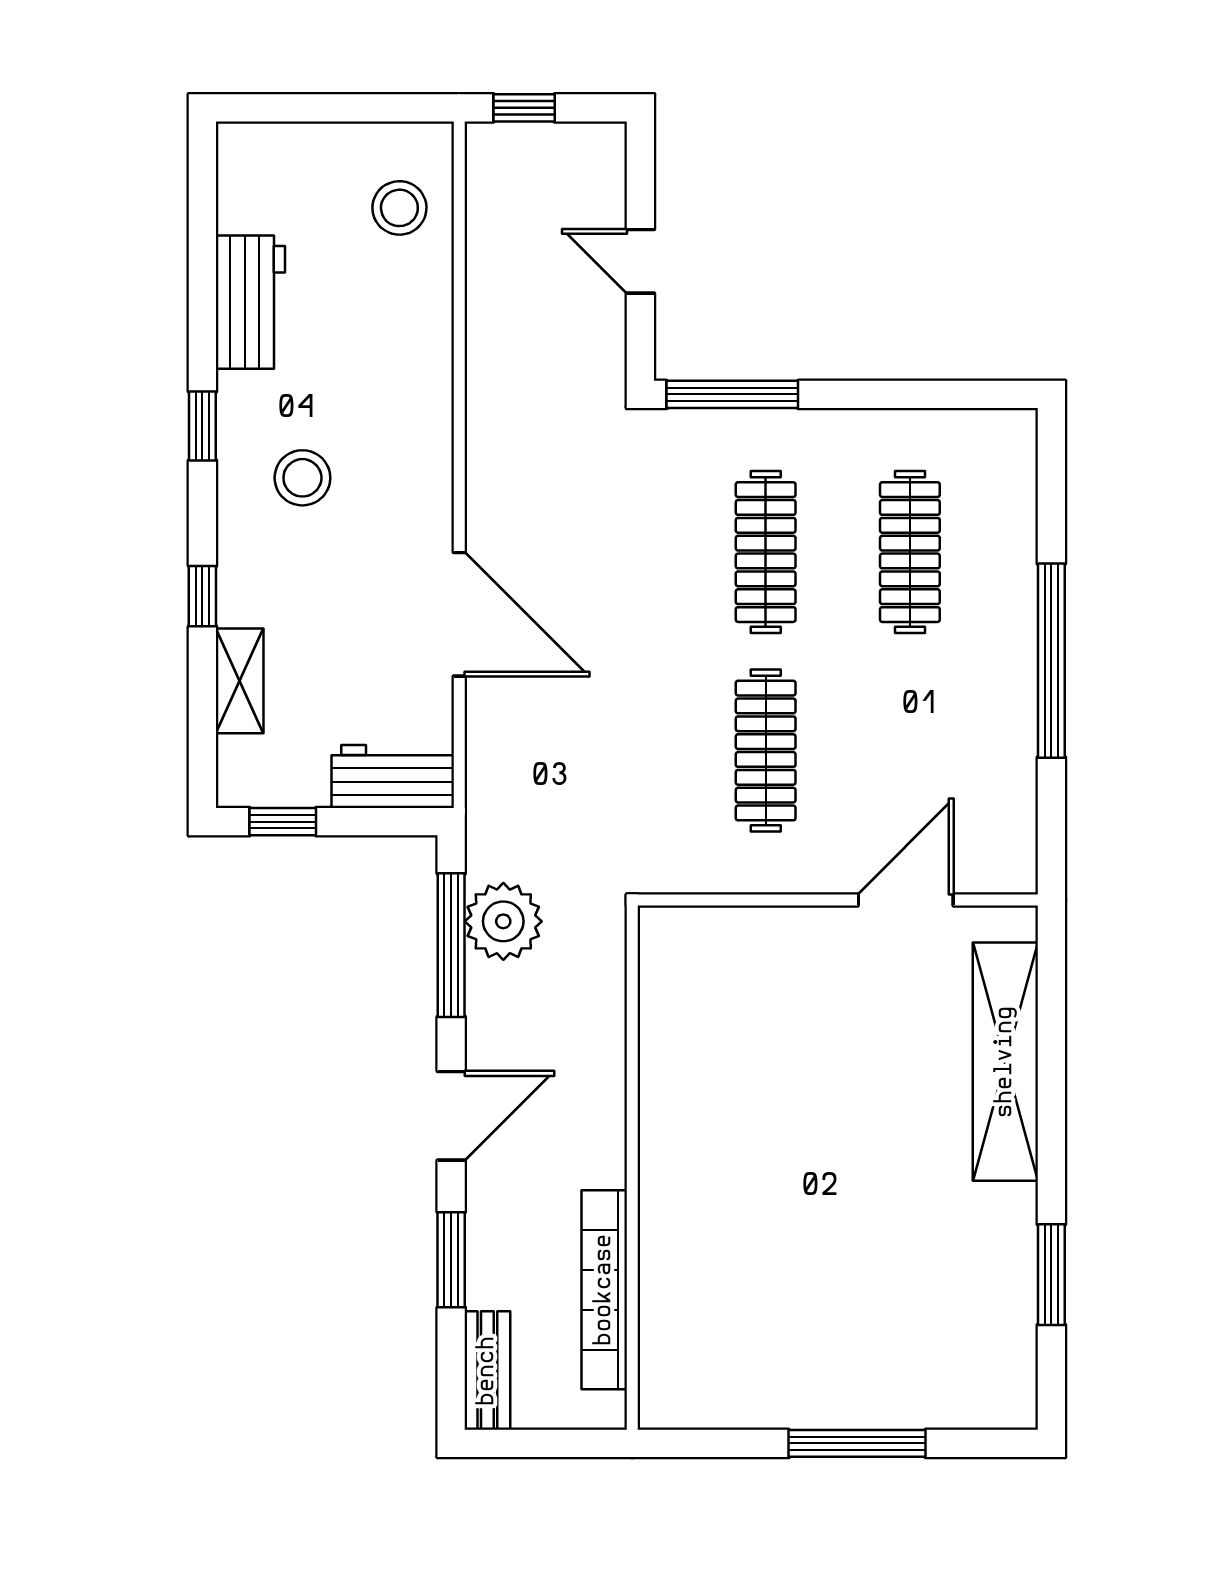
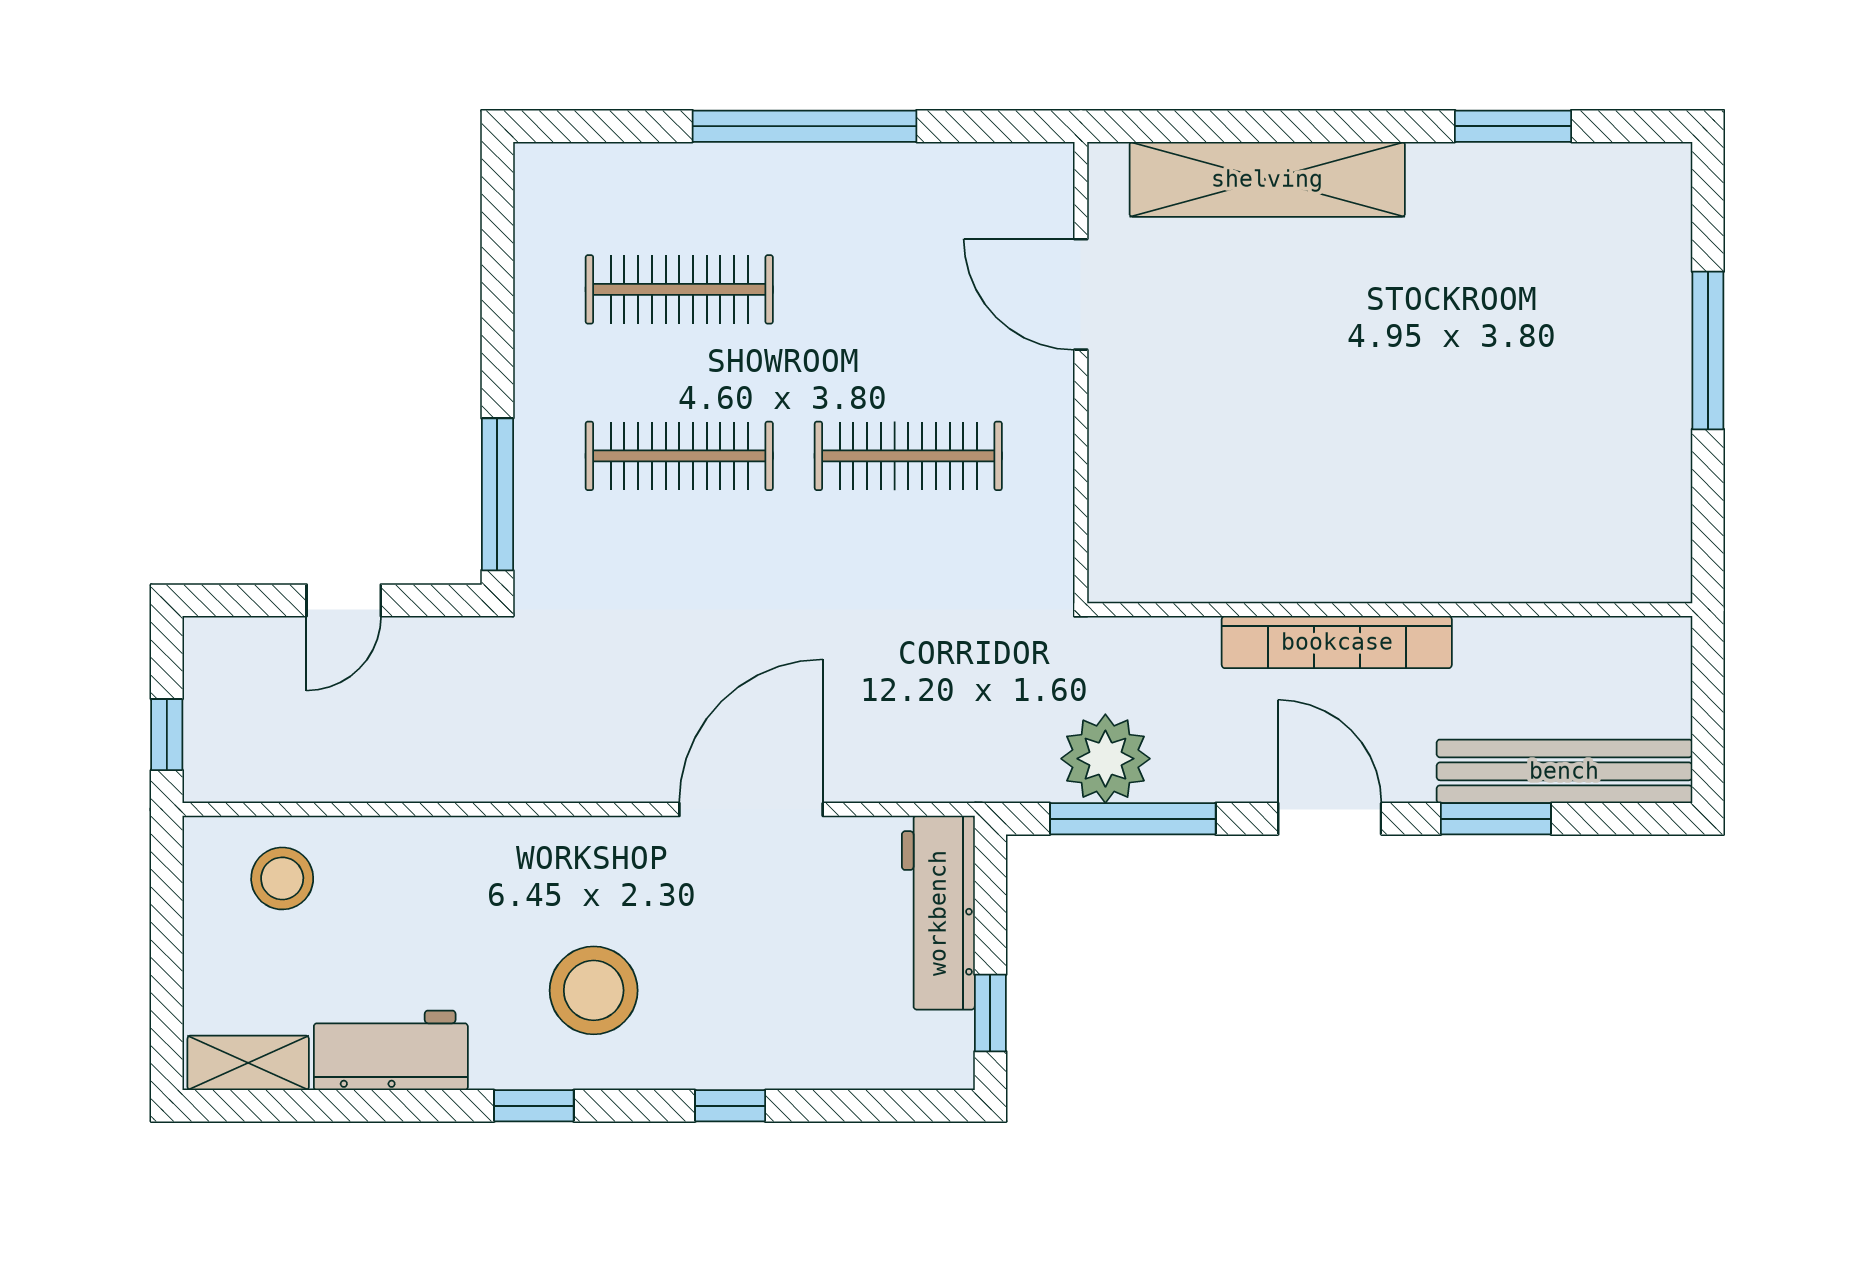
stool: (302, 478) -> (594, 990), width x1.38, depth x1.38
shelving: (240, 681) -> (248, 1063), moved
workbench: (393, 777) -> (938, 913), width x1.38
bookcase: (604, 1290) -> (1337, 642), moved
bench: (487, 1371) -> (1564, 771), width x1.86, depth x1.21

